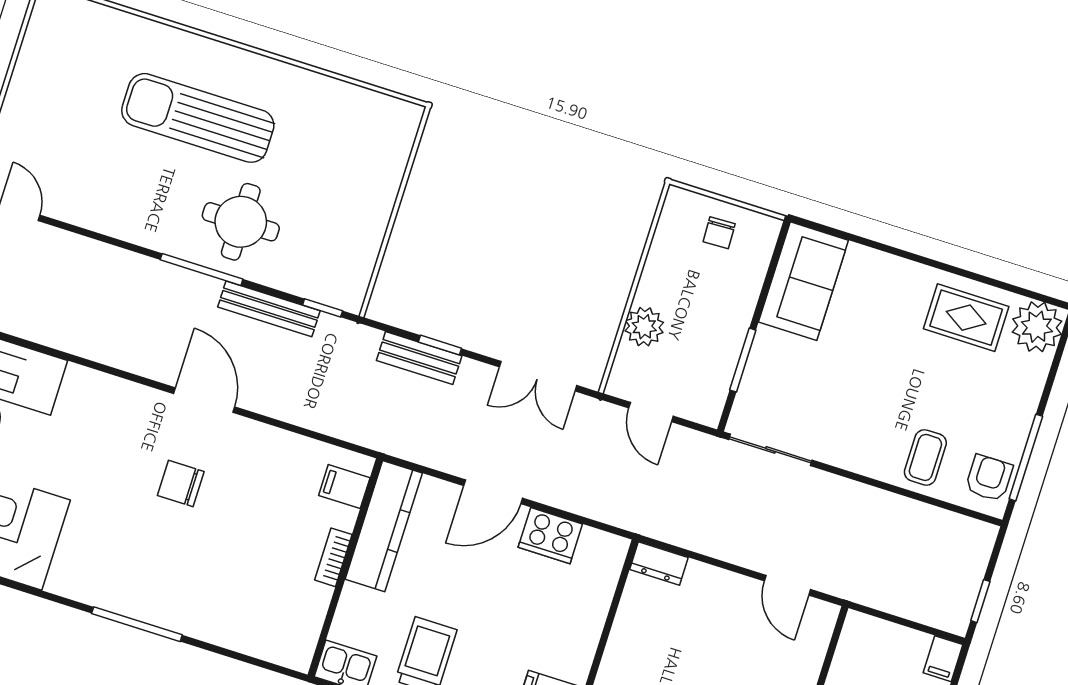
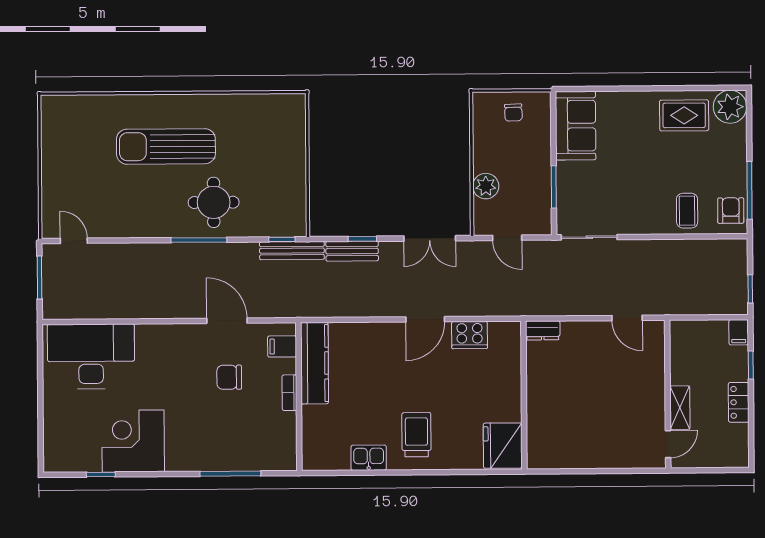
bench: (269, 309) -> (292, 251), moved
filing cabinet: (344, 487) -> (282, 346), moved
kitchen counter: (384, 526) -> (315, 363), moved
bookcase: (333, 557) -> (289, 393), moved
wall: (345, 568) -> (299, 397), moved

